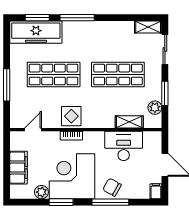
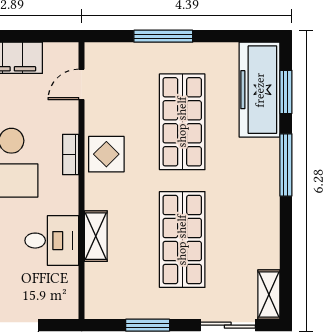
plant: (155, 108) -> (122, 307), removed
shelving: (129, 122) -> (96, 236), moved
door: (33, 130) -> (82, 84), swing flipped
desk: (124, 146) -> (52, 241), width x0.73

